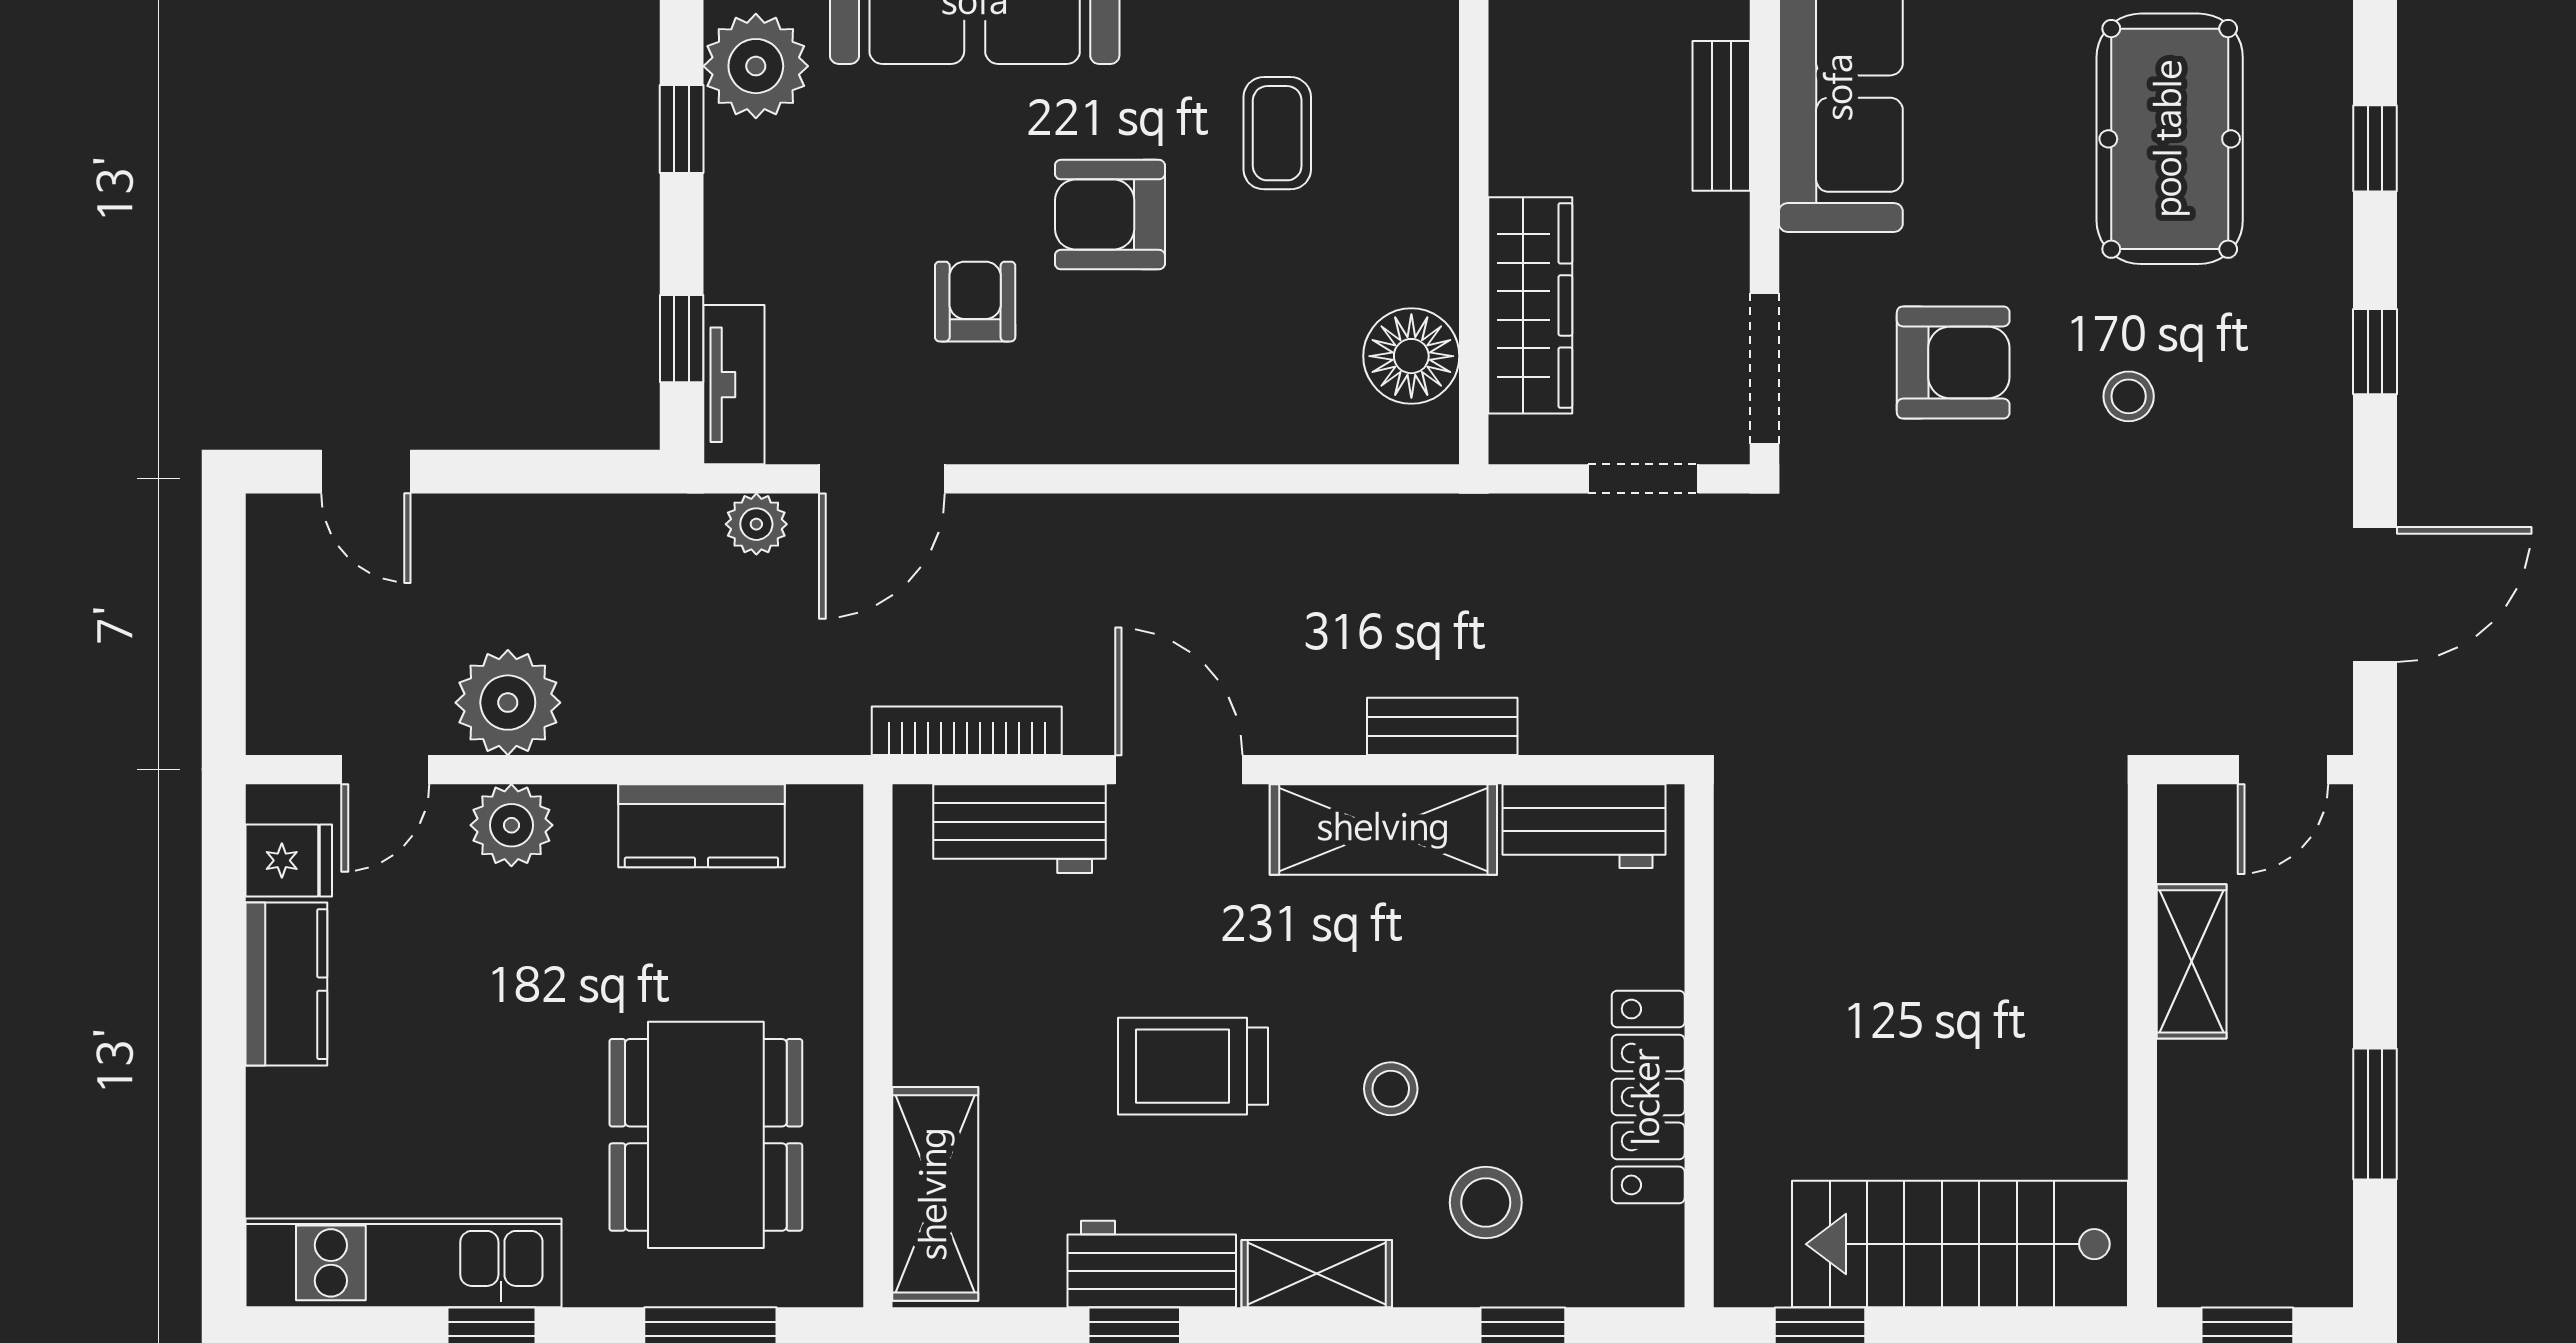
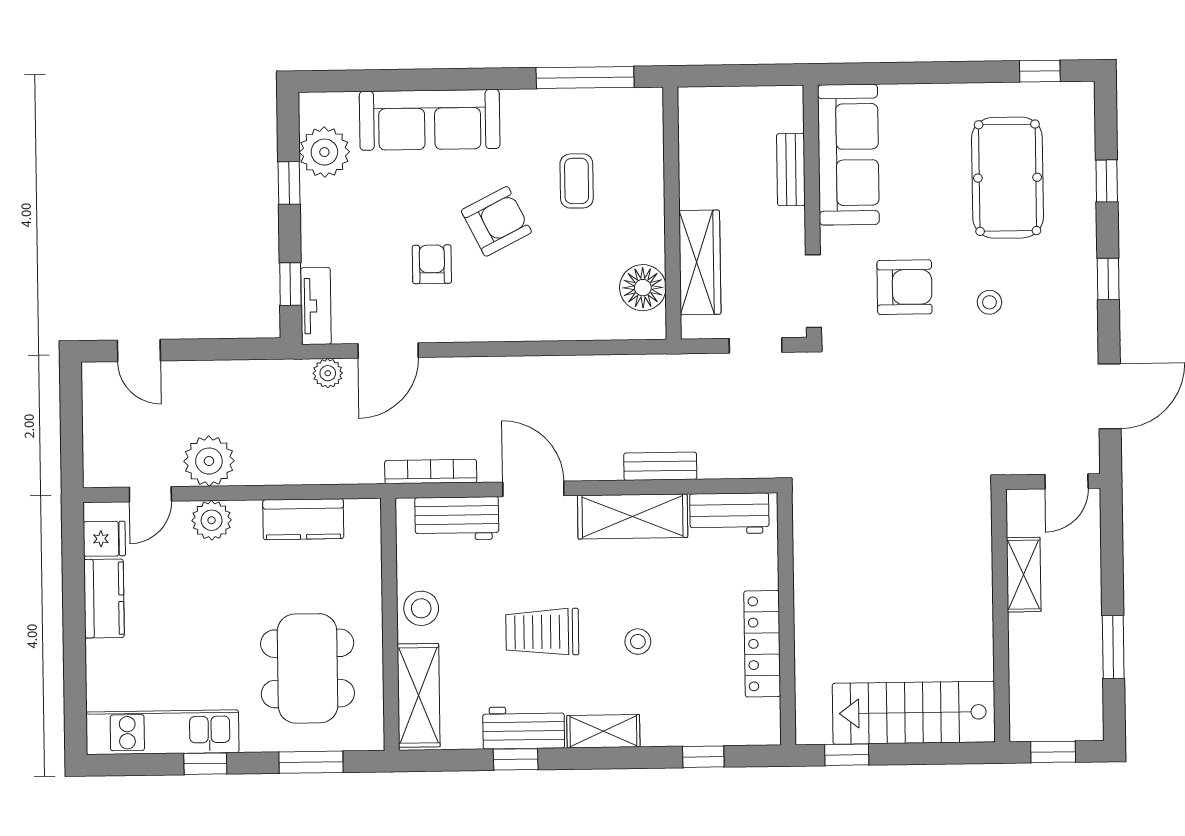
armchair: (1110, 215) -> (496, 221), turned 153
stool: (1486, 1203) -> (421, 608), moved

